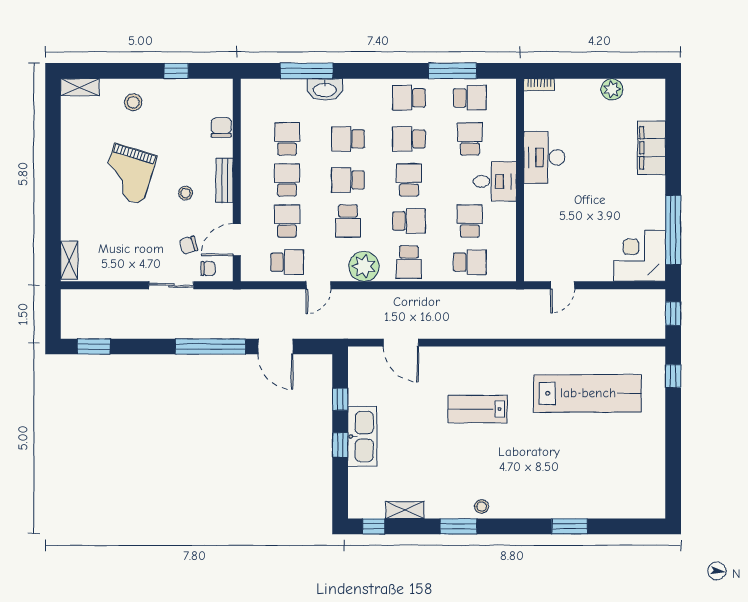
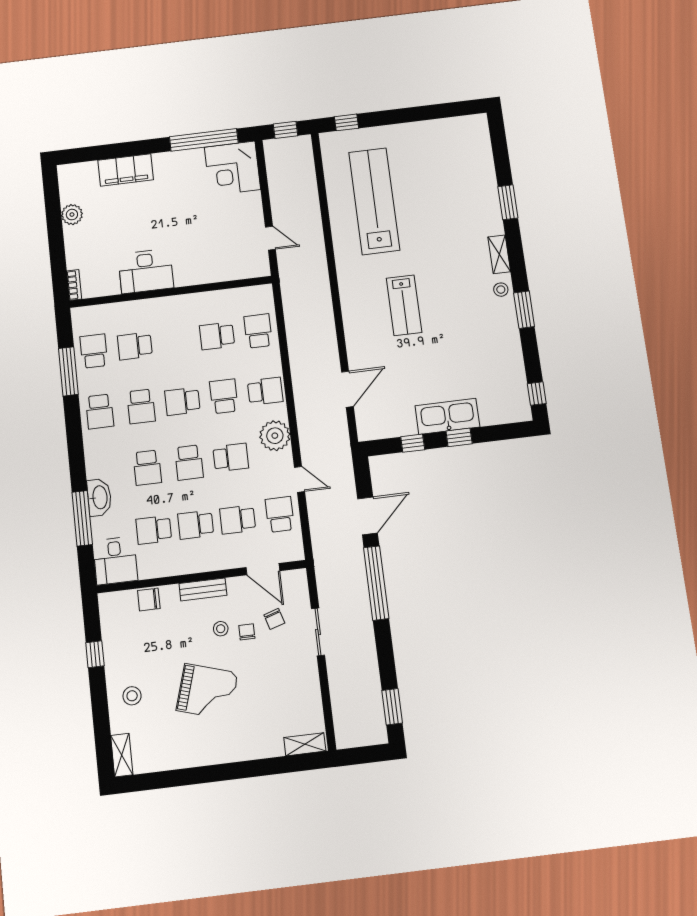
desk: (495, 181) -> (115, 561), moved, turned 180
chair: (208, 269) -> (247, 632), moved
shelving: (405, 510) -> (499, 254), moved

